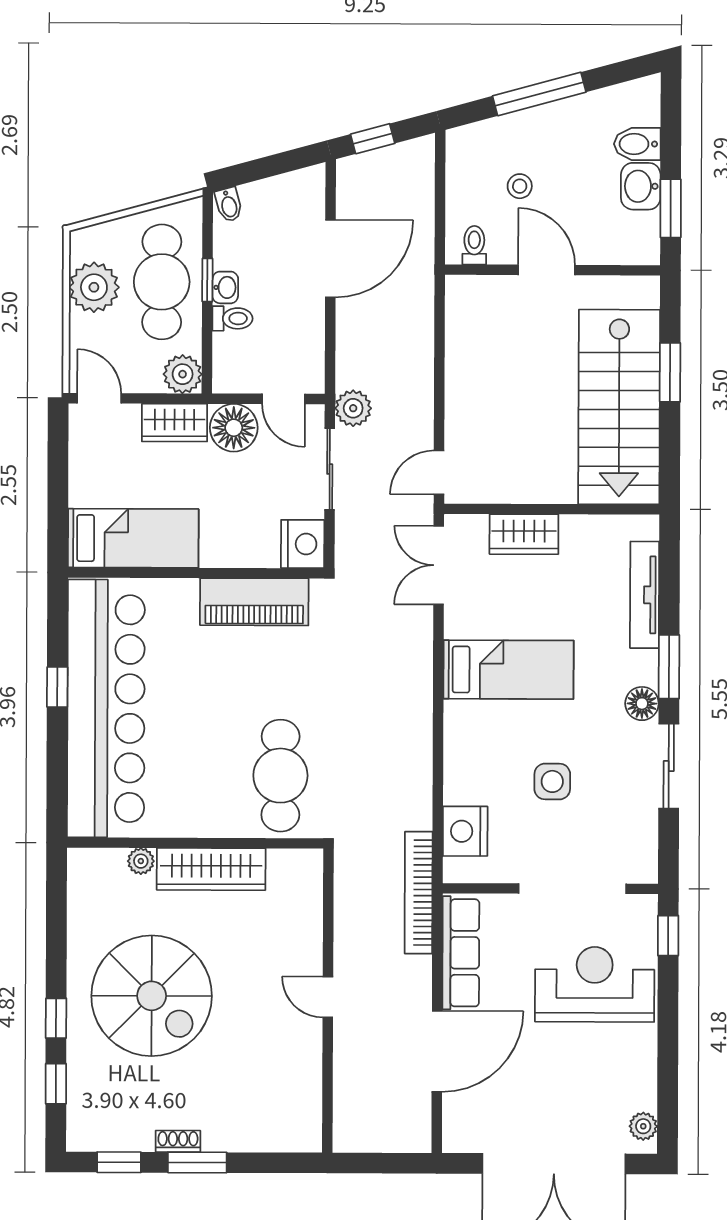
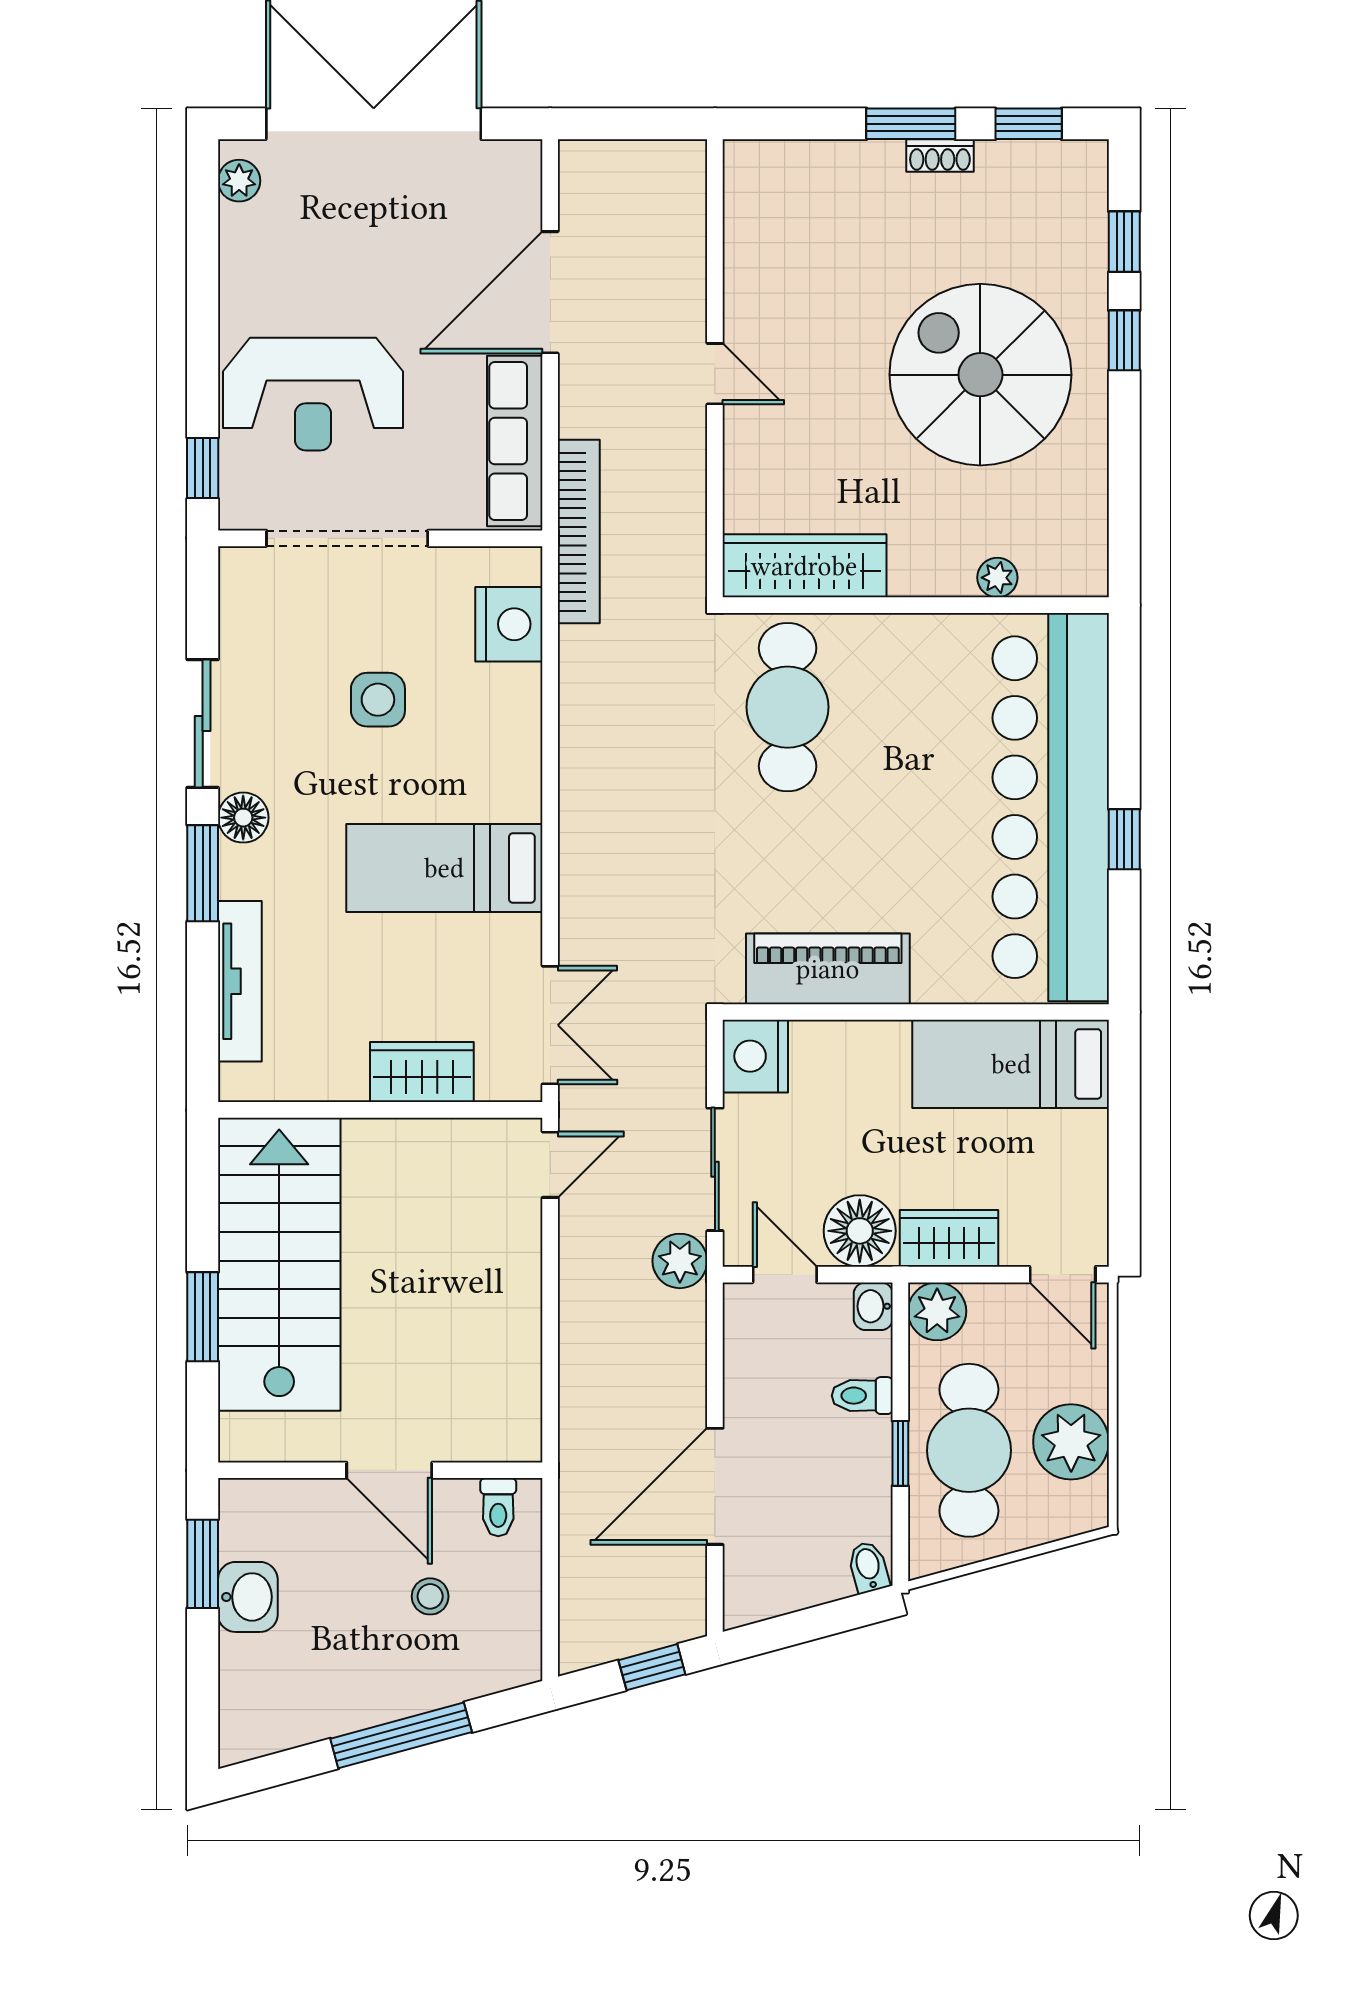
bidet: (637, 144) -> (253, 1661), removed
washbasin: (225, 287) -> (873, 1306), moved
wardrobe: (211, 869) -> (804, 566), moved

